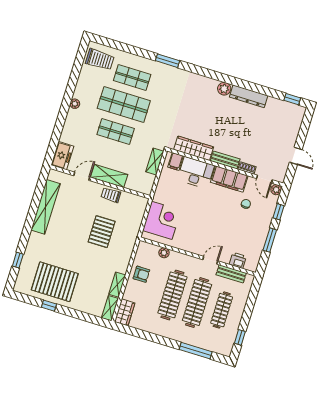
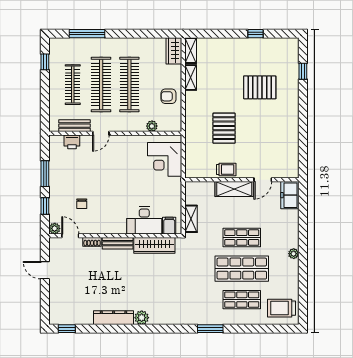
filing cabinet: (229, 179) -> (107, 225), removed
shelving: (46, 207) -> (291, 136), removed
pallet: (55, 282) -> (260, 87), moved, width x0.73, depth x0.71

